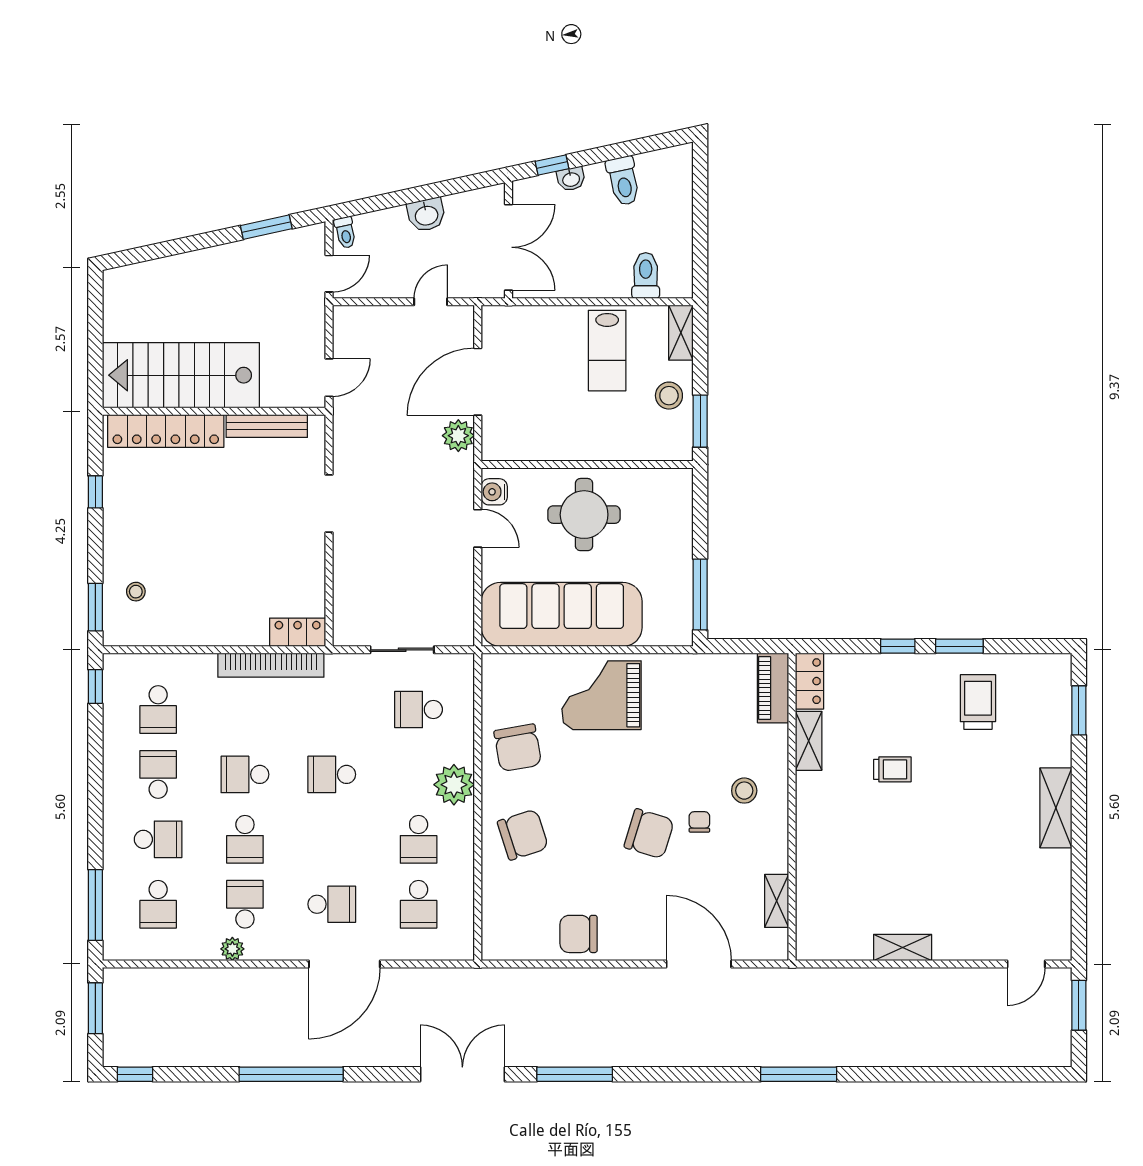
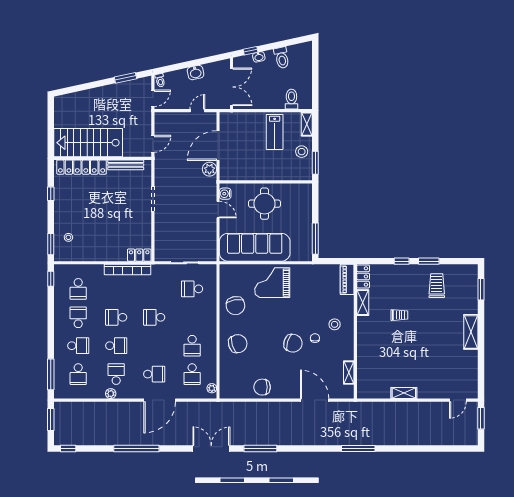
plant: (454, 785) -> (212, 388), moved, width x0.53, depth x0.53
school desk: (245, 839) -> (116, 346), turned -90

